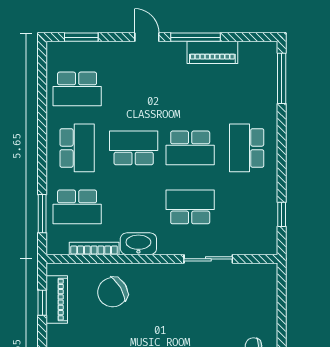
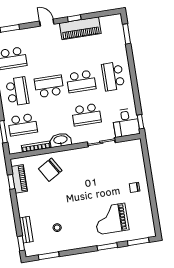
window: (196, 37) -> (74, 18), width x0.46
piano: (212, 52) -> (80, 28), width x1.37, depth x1.33
window: (282, 78) -> (127, 34), width x0.69
school desk: (190, 207) -> (86, 115), turned 180
window: (282, 214) -> (141, 122), moved
desk: (256, 232) -> (126, 123), added

